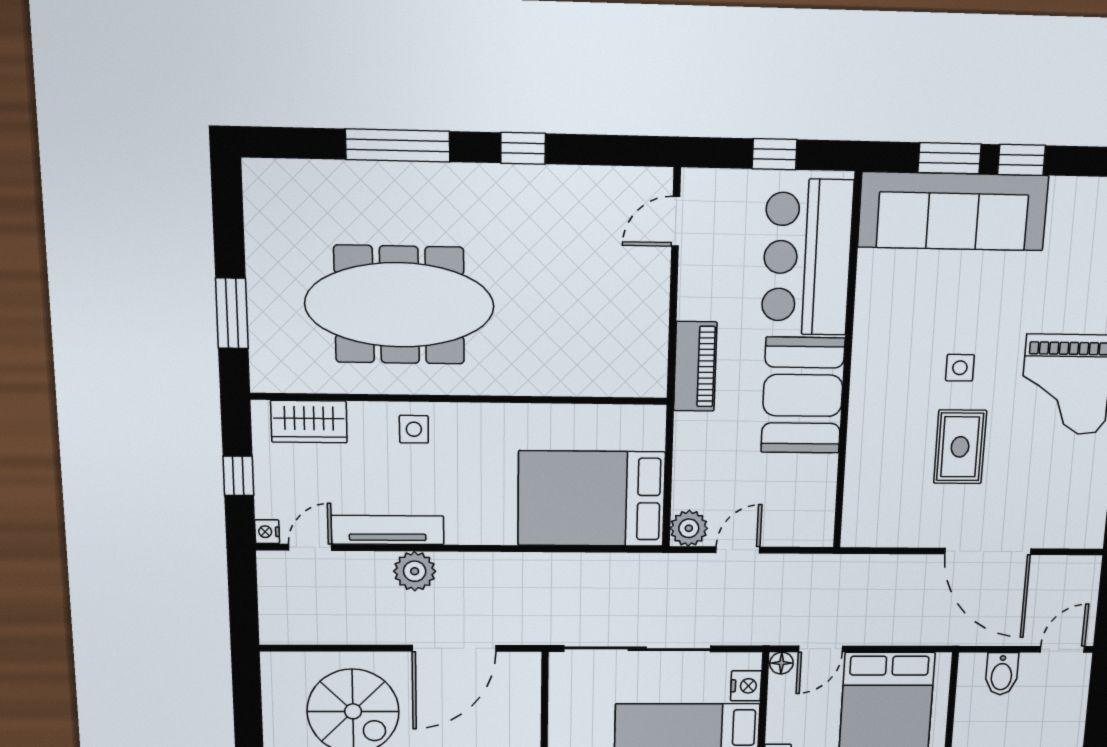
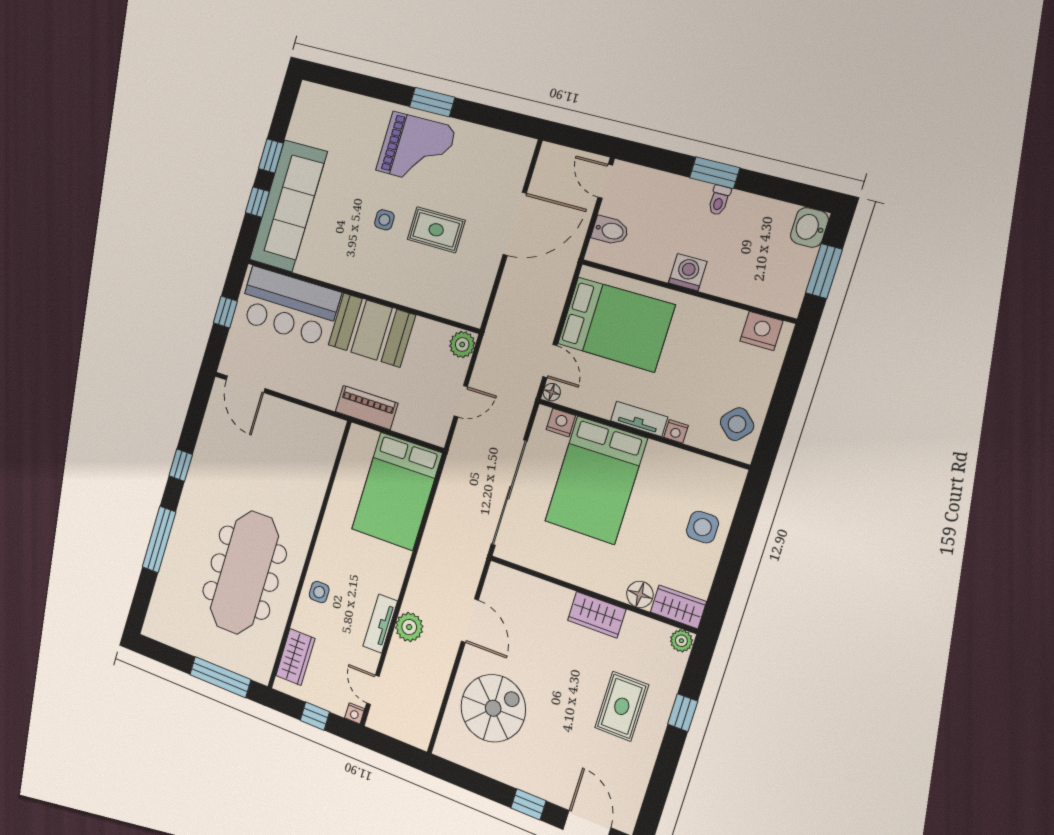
window: (949, 158) -> (257, 202), width x0.67
door: (676, 221) -> (245, 384), width x1.38
window: (232, 313) -> (220, 677), width x1.44
piano: (695, 366) -> (367, 407), moved
plant: (689, 528) -> (462, 344), moved
tv unit: (388, 530) -> (380, 624), width x0.71
door: (738, 550) -> (461, 401), swing flipped
door: (454, 648) -> (470, 621), width x0.73

